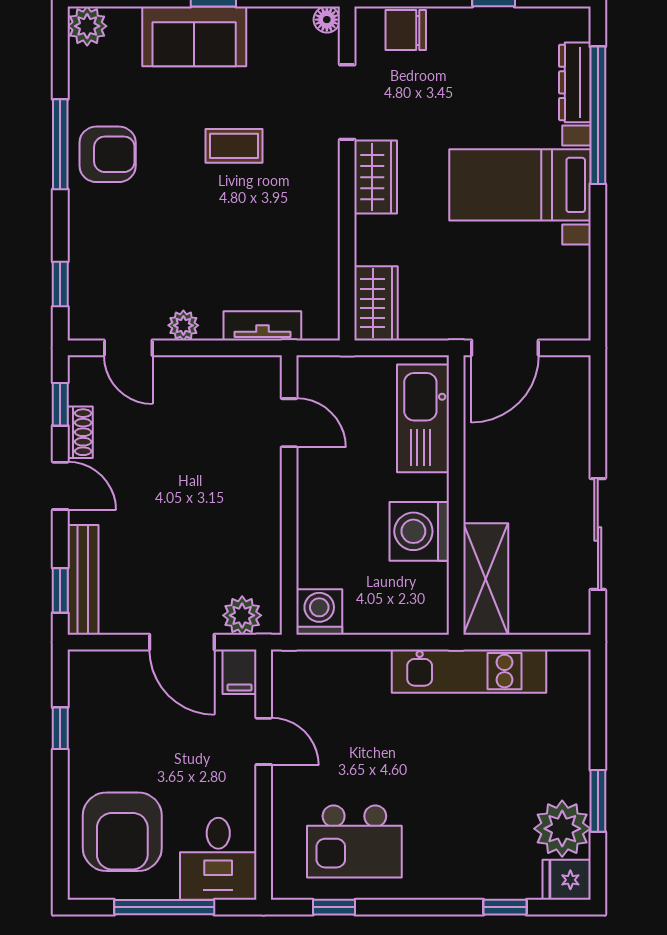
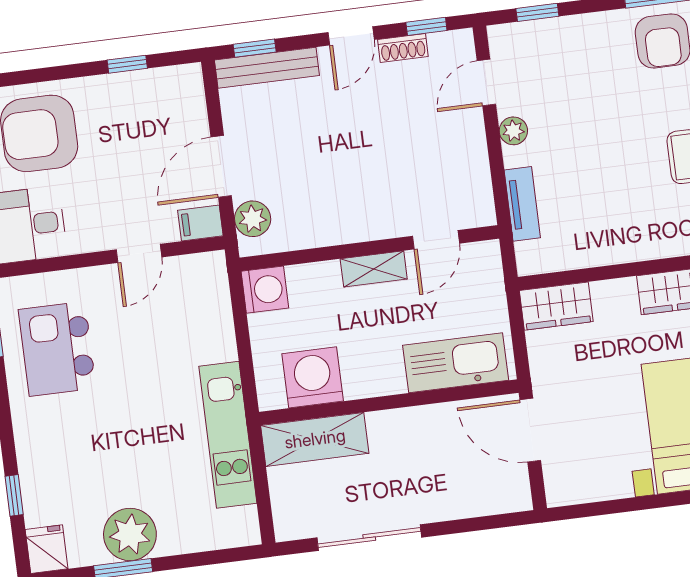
shelving: (312, 493) -> (374, 269), added
washing machine: (419, 531) -> (313, 377), moved
plant: (562, 829) -> (130, 534), moved

